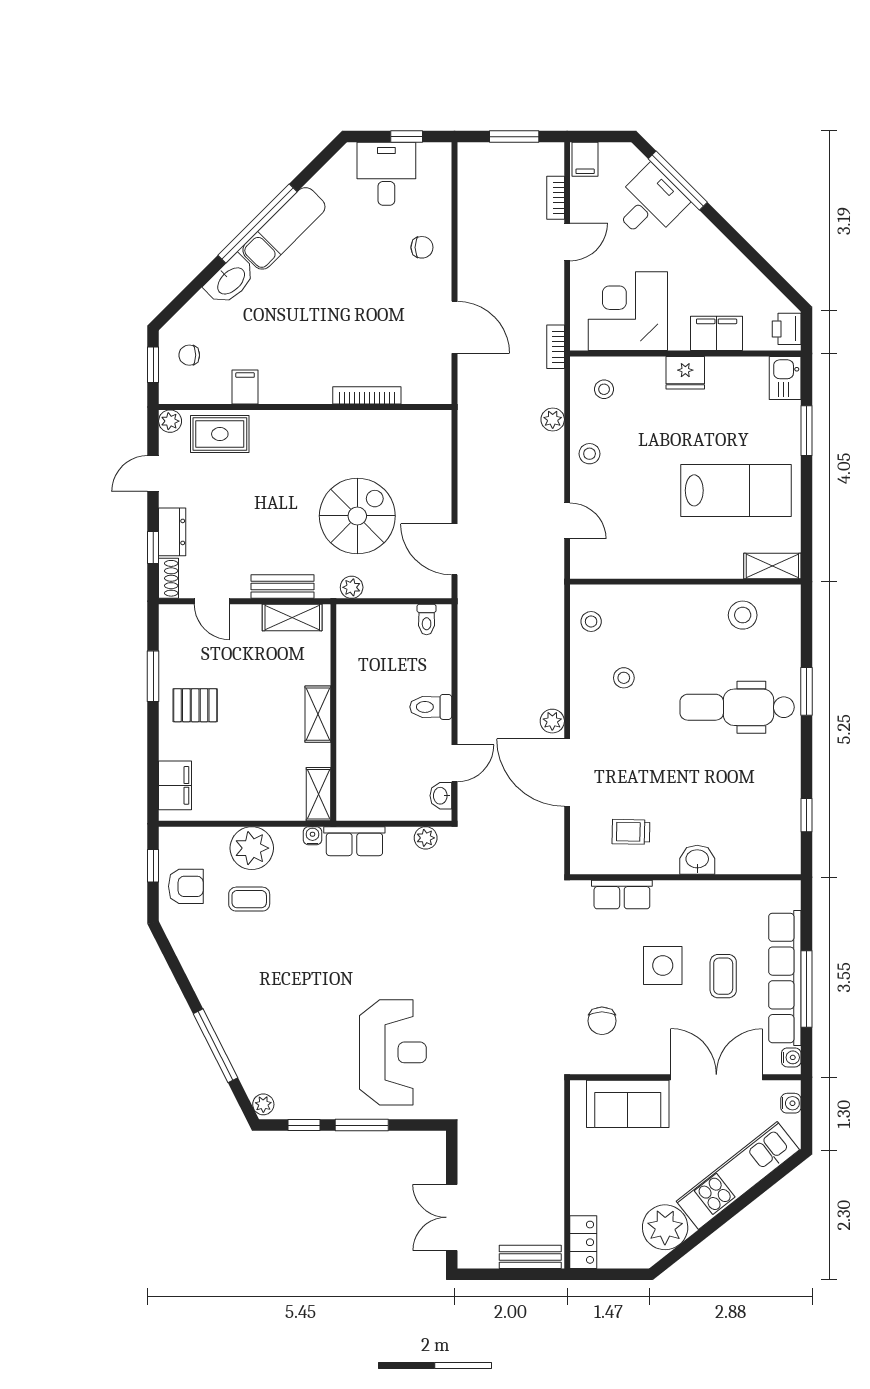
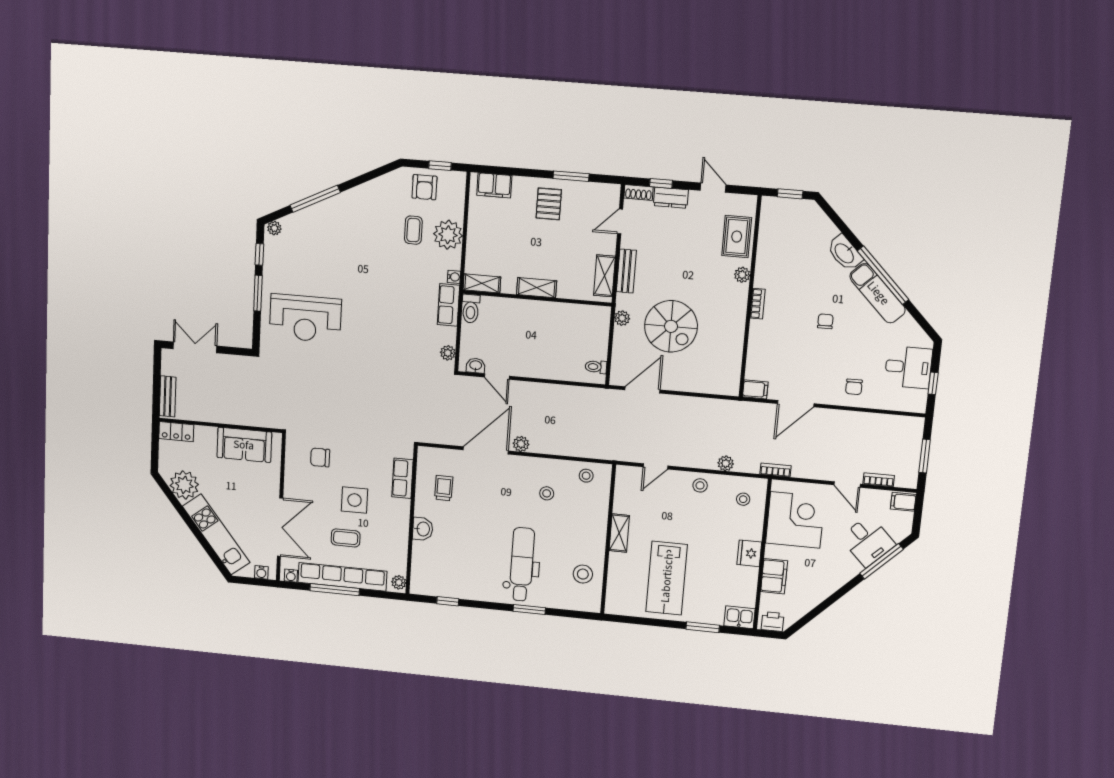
chair: (189, 355) -> (825, 321), moved
filing cabinet: (245, 387) -> (755, 389), moved
bookcase: (367, 395) -> (758, 304), moved, width x0.64
plant: (170, 421) -> (742, 275), moved
shelving: (772, 566) -> (619, 533), moved
toilet: (431, 707) -> (471, 309), moved, turned 180
plant: (785, 891) -> (399, 582), added
sofa: (628, 1104) -> (244, 445), moved, turned -90

